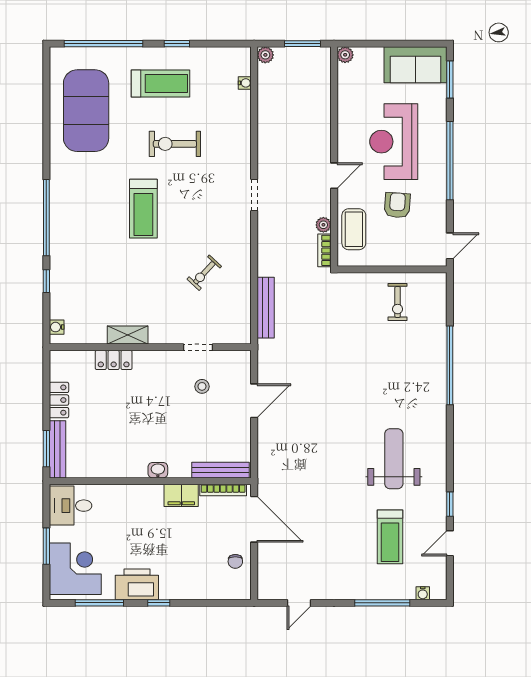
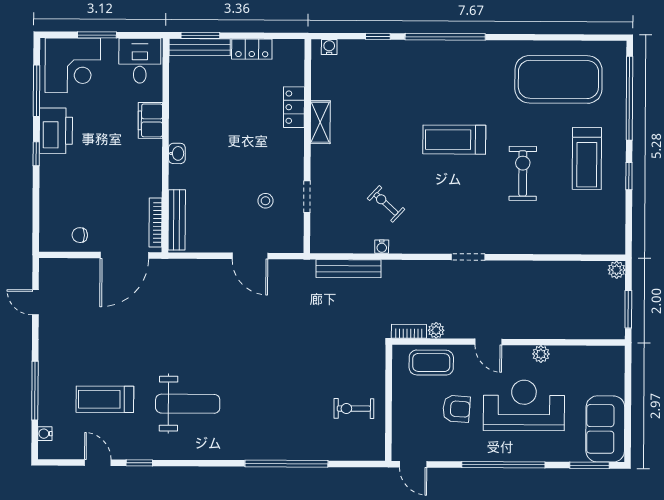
plant: (345, 55) -> (541, 354), moved
water cooler: (245, 83) -> (382, 247), moved
filing cabinet: (181, 495) -> (150, 120), moved

